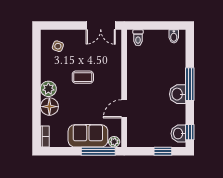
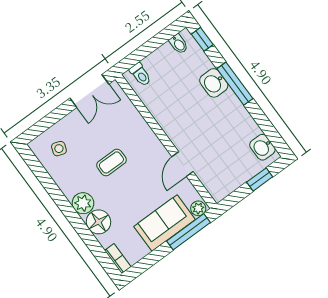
washbasin: (178, 94) -> (214, 83), moved
window: (190, 132) -> (202, 39), moved

